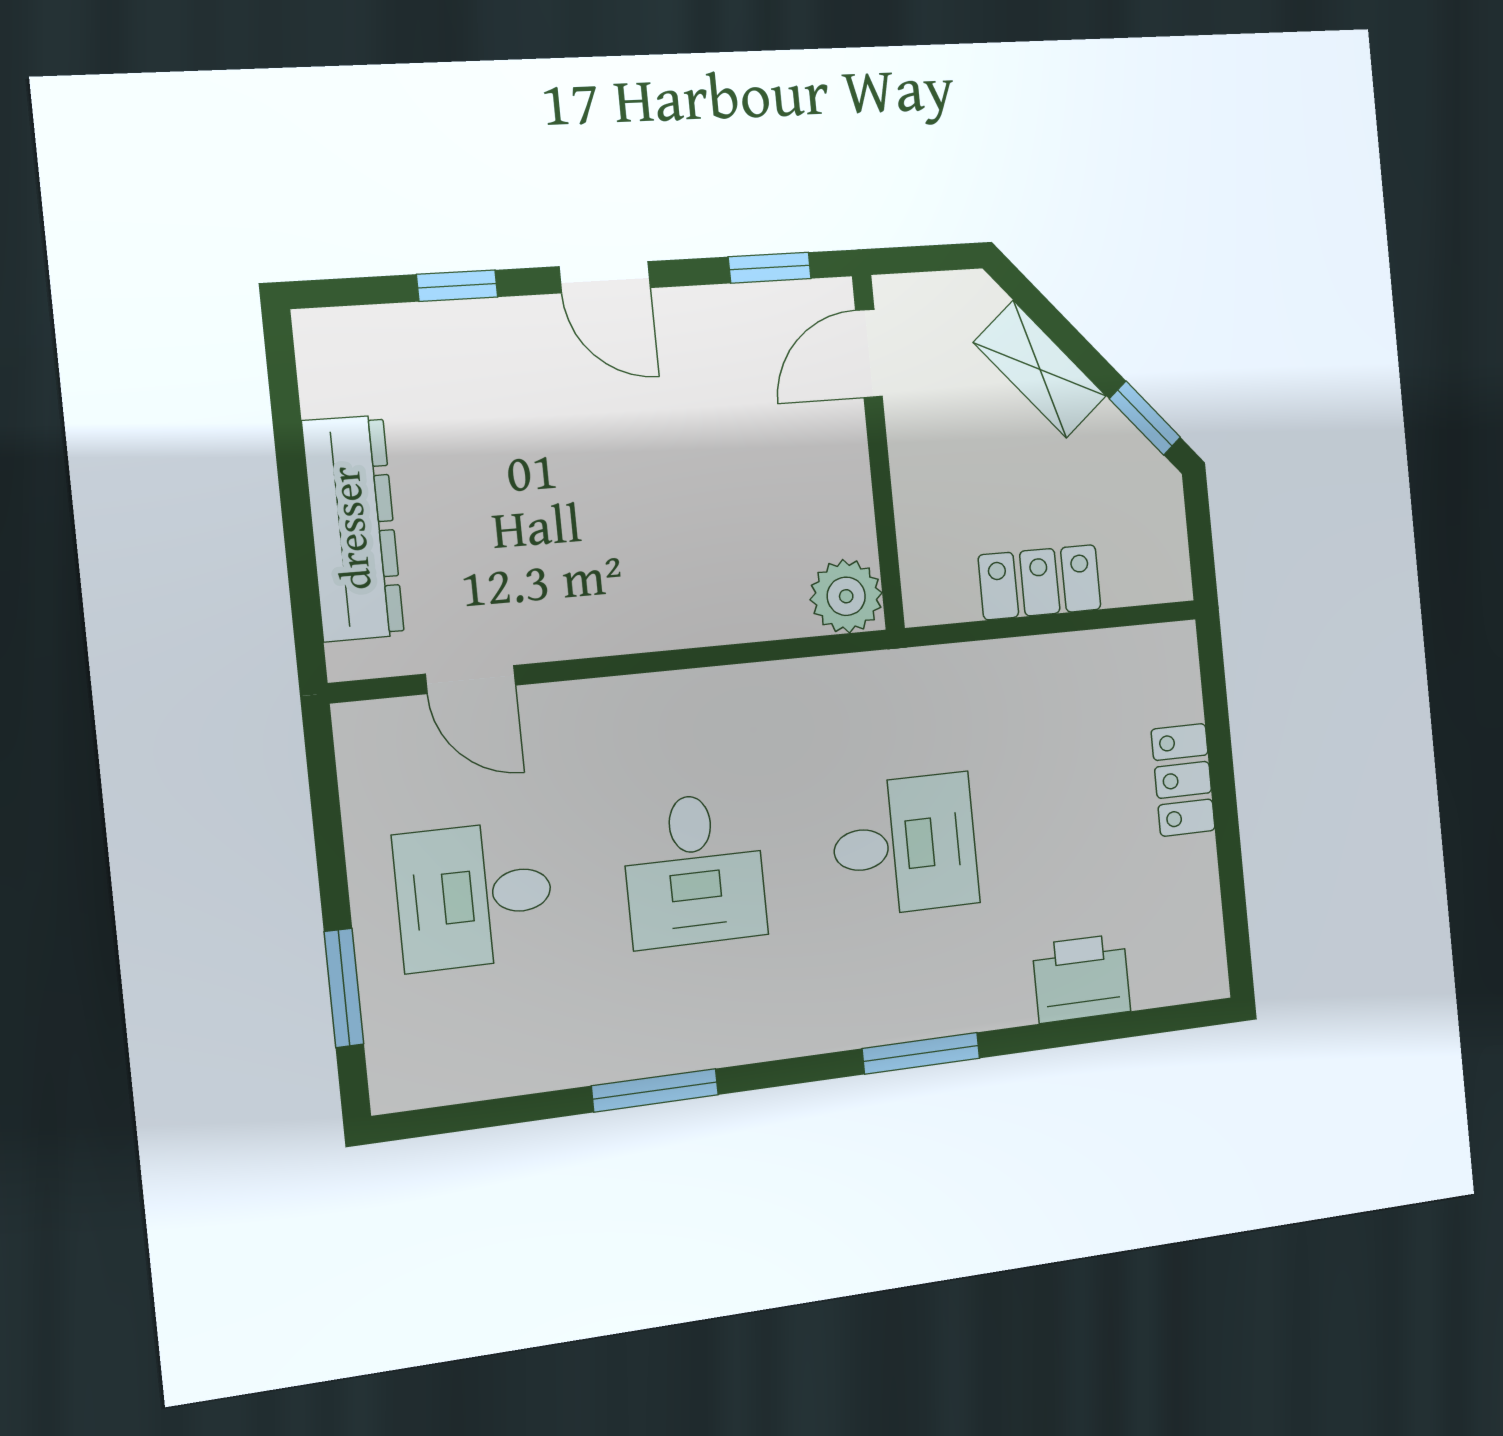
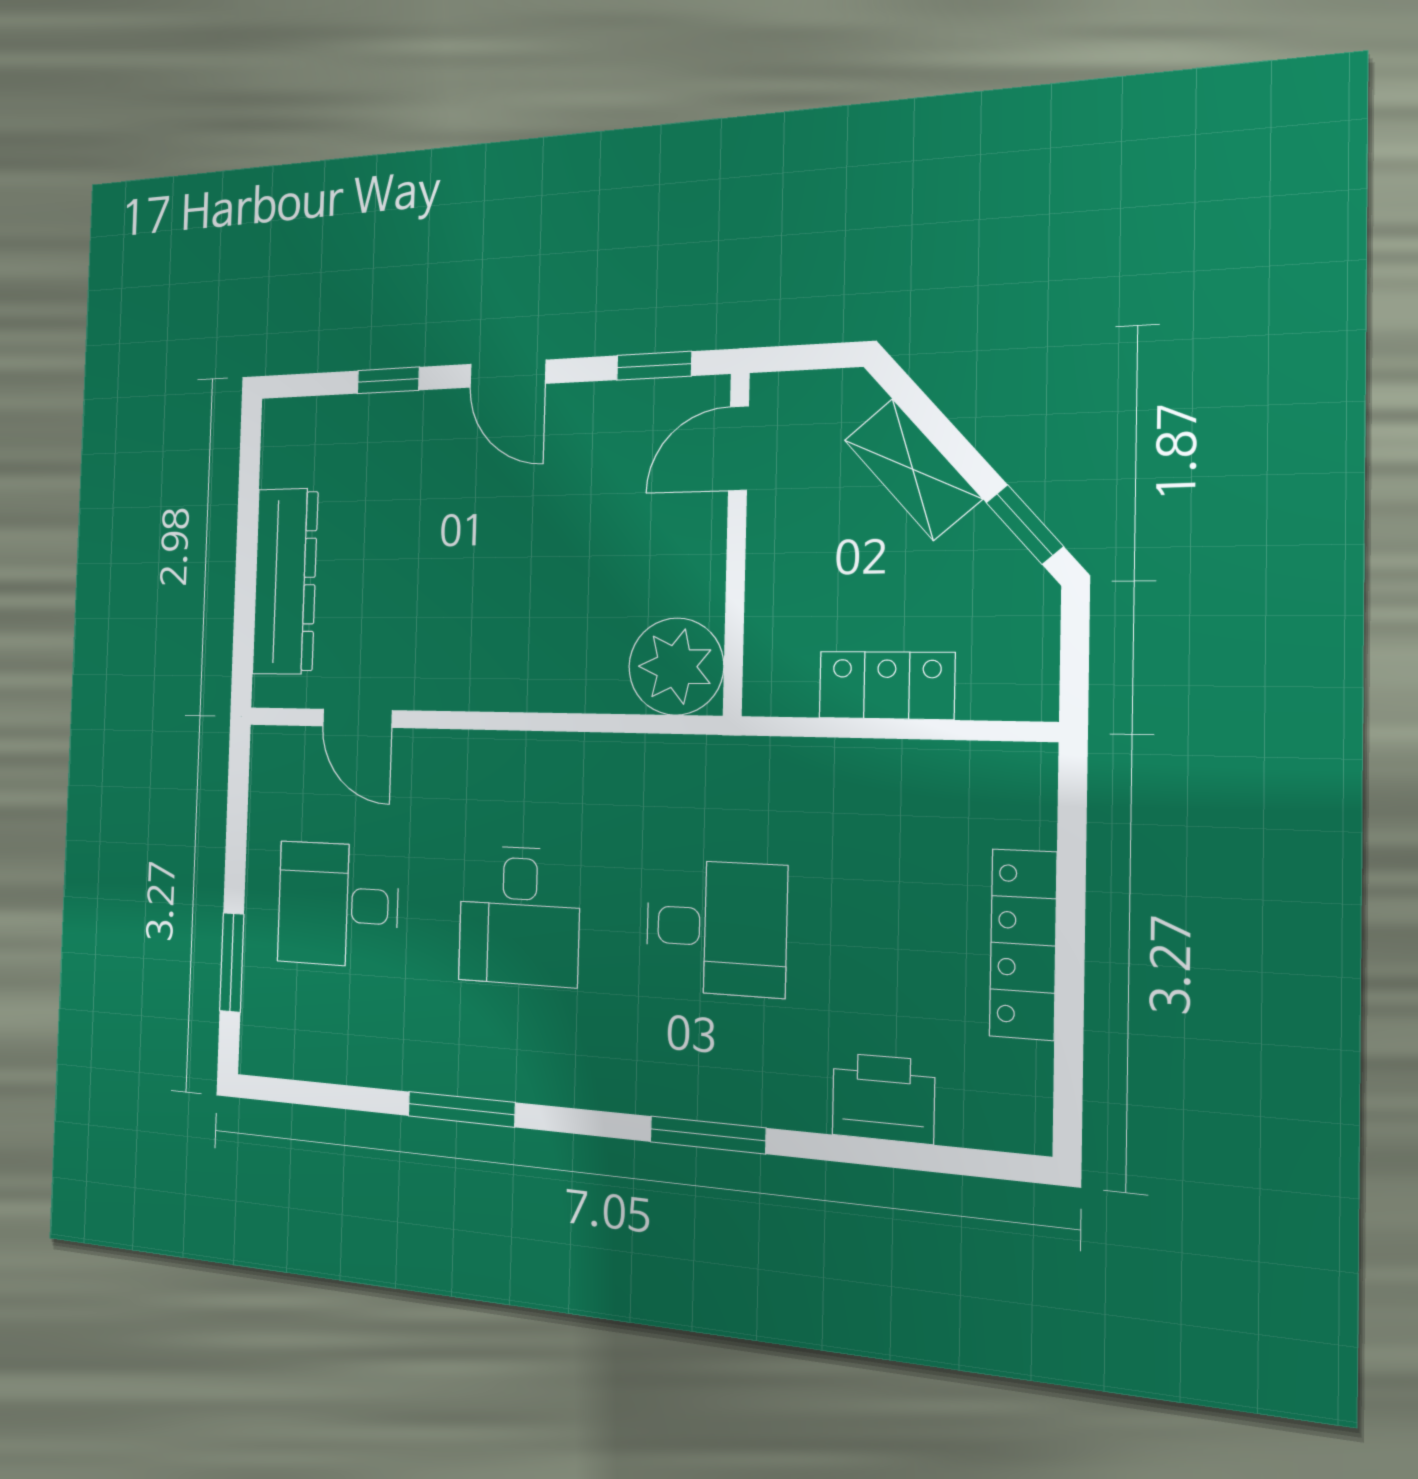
plant: (846, 596) -> (676, 667), width x1.36, depth x1.36
locker: (1183, 780) -> (1023, 944), width x1.53

